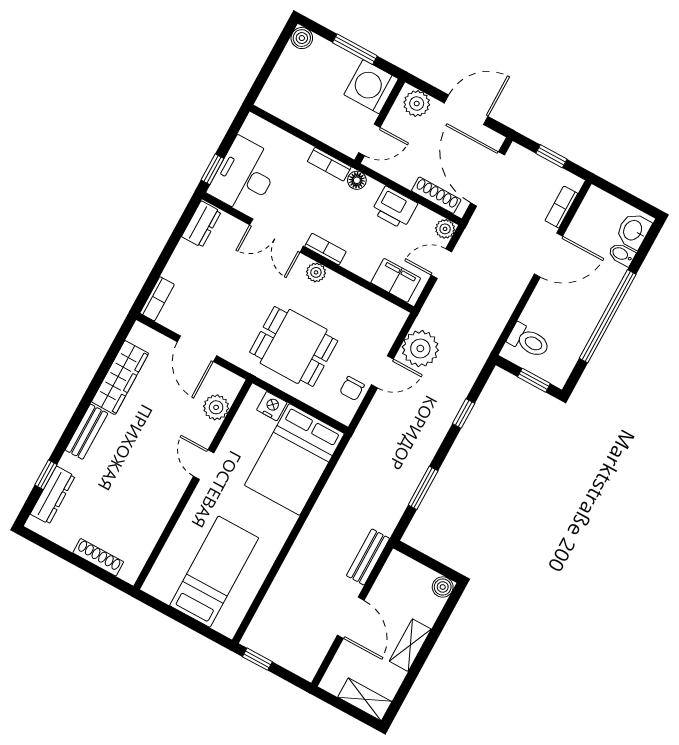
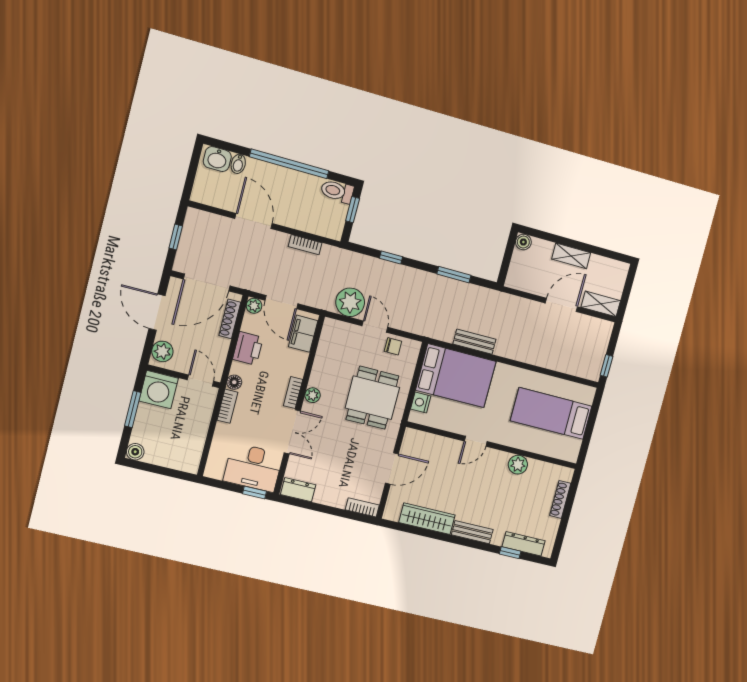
bookcase: (561, 207) -> (305, 245), moved
door: (441, 264) -> (281, 302), width x1.38
toilet: (529, 341) -> (337, 191), moved, turned -90
plant: (216, 407) -> (518, 465), moved
bench: (368, 557) -> (474, 342), moved
shelving: (365, 699) -> (601, 304), moved, turned 90

